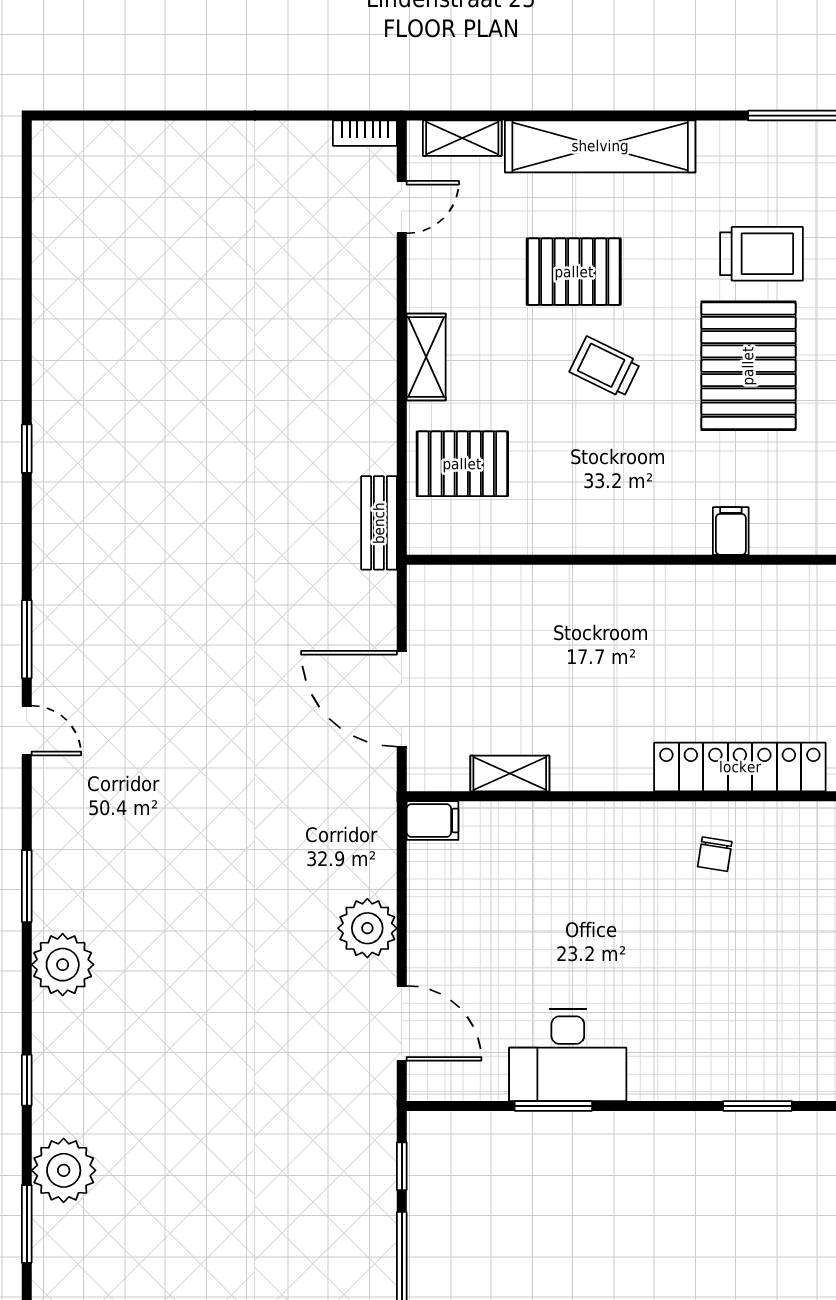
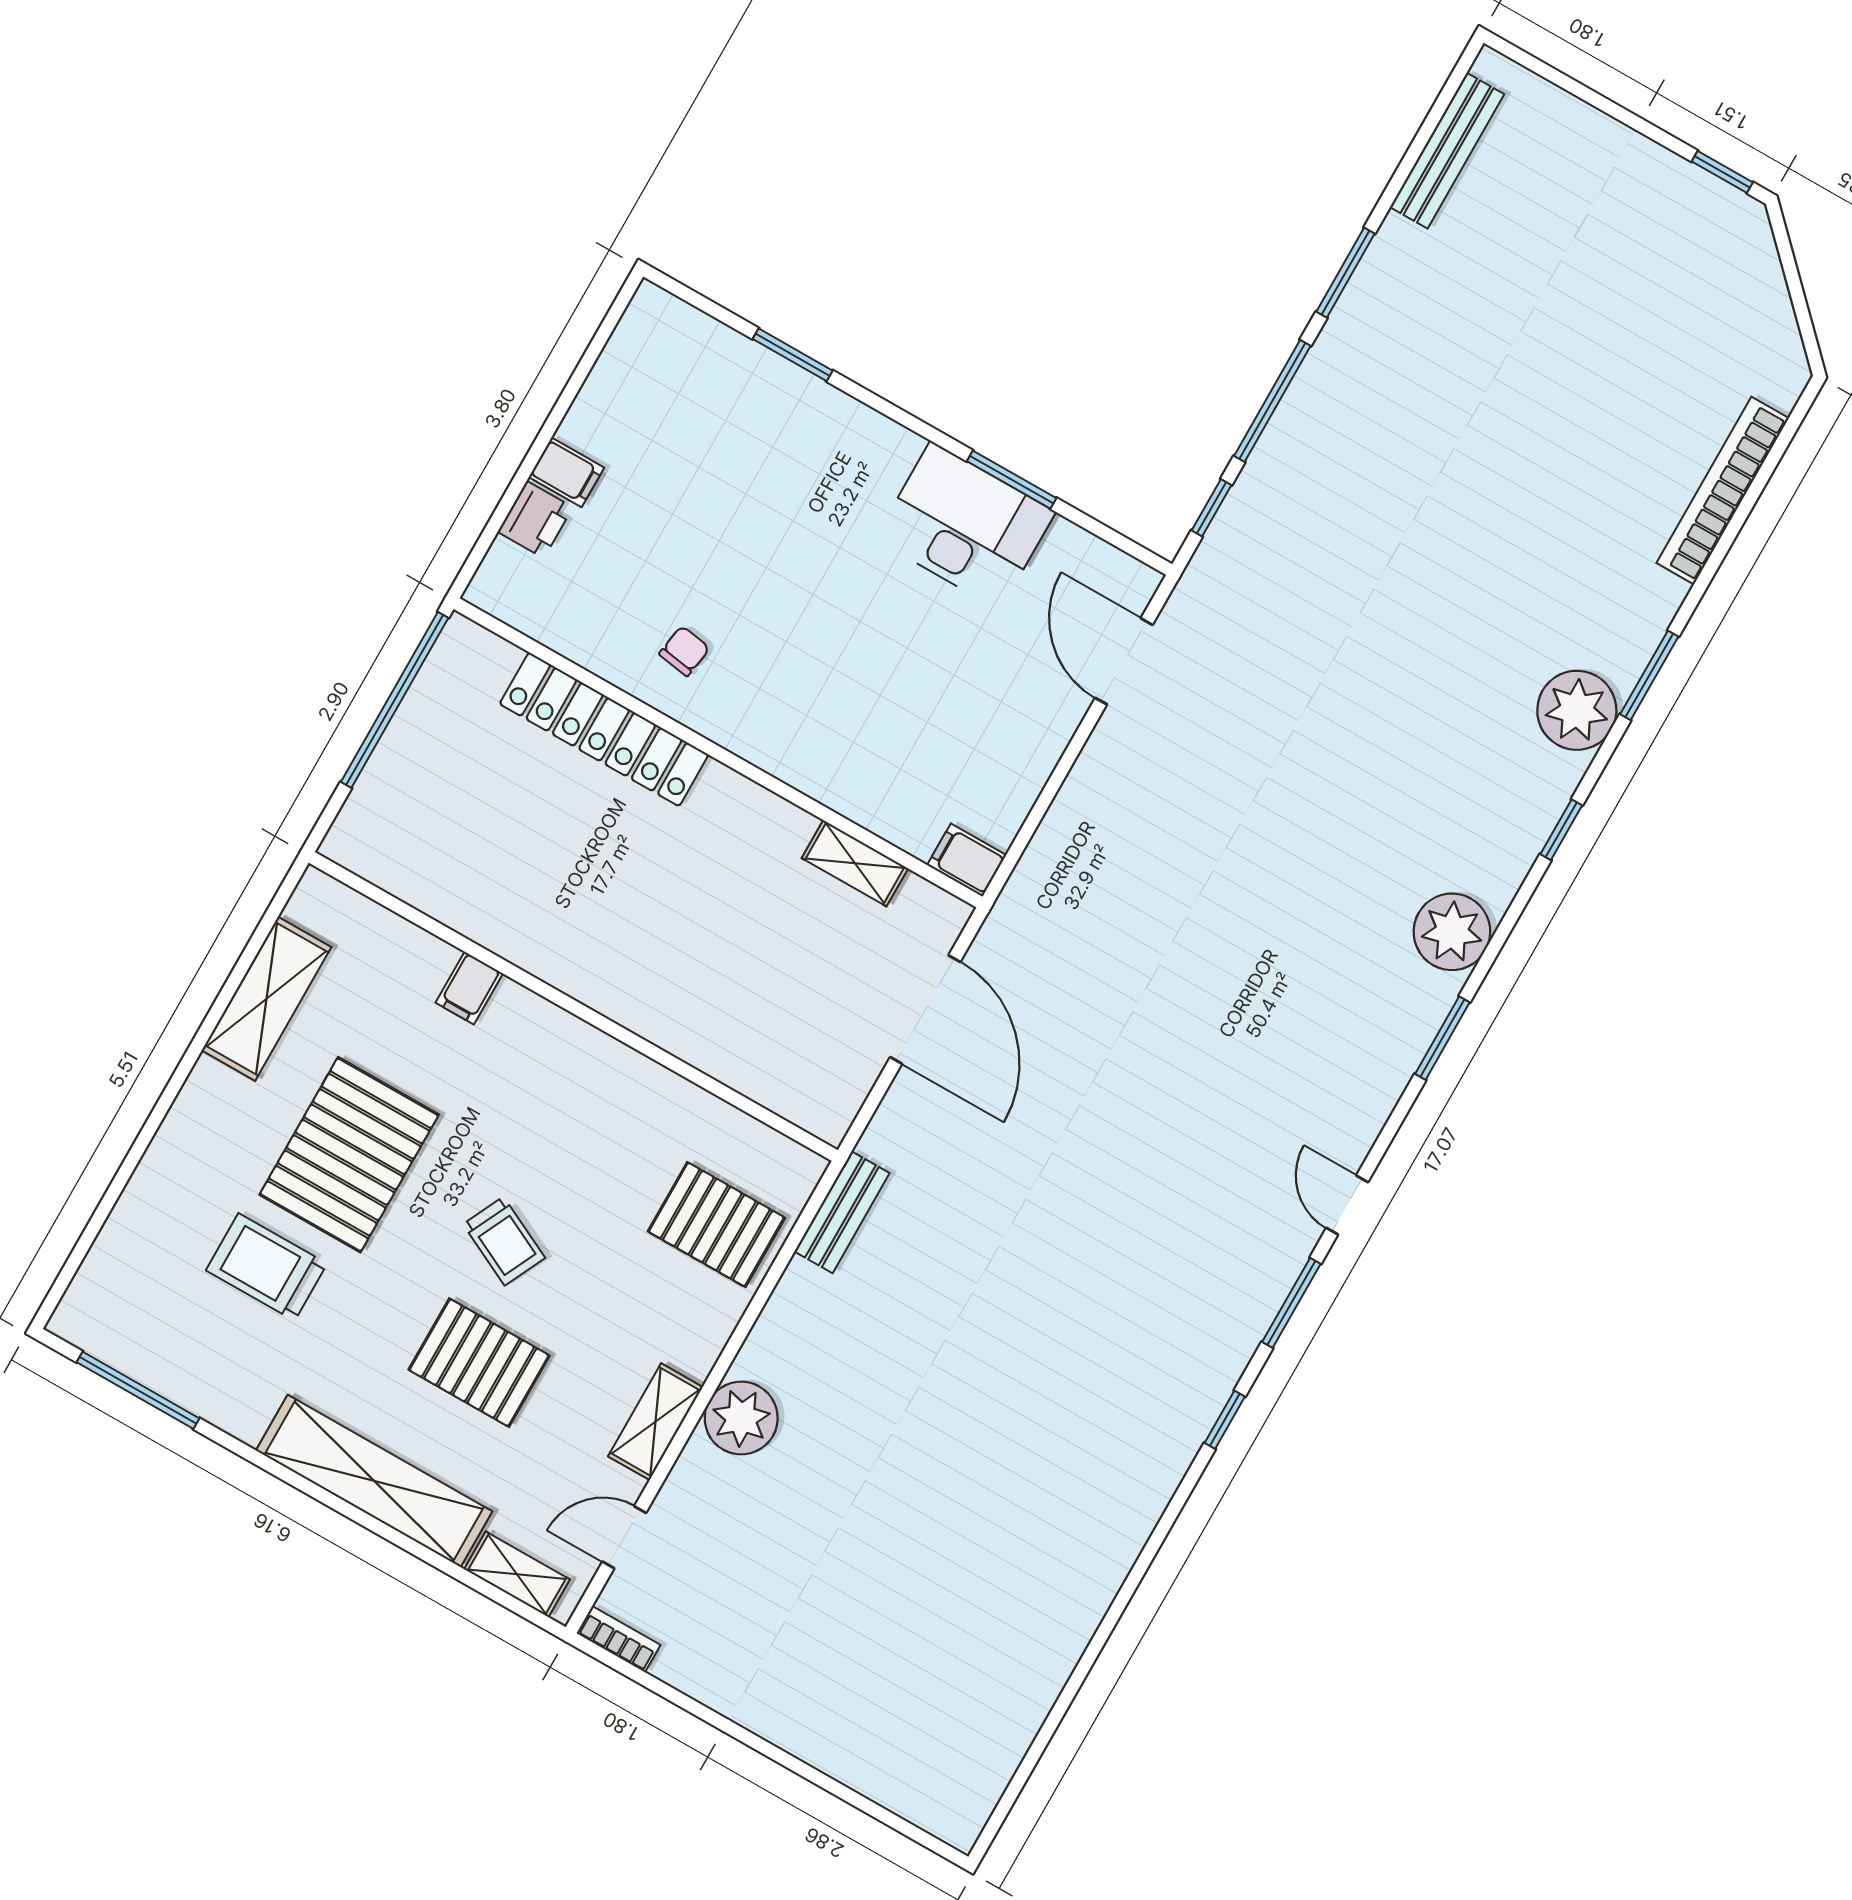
shelving: (426, 357) -> (655, 1422), moved
window: (27, 449) -> (1225, 1420), moved
plant: (367, 928) -> (741, 1418), moved

